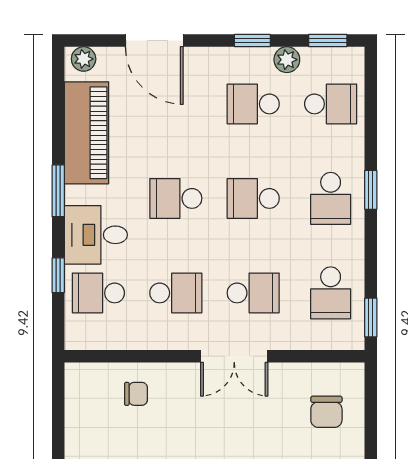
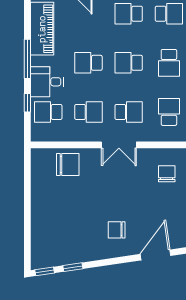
window: (58, 191) -> (27, 59), width x1.44
school desk: (331, 293) -> (169, 112), turned 180
chair: (136, 394) -> (68, 164), width x1.87, depth x1.87
chair: (326, 412) -> (167, 174), turned 180

